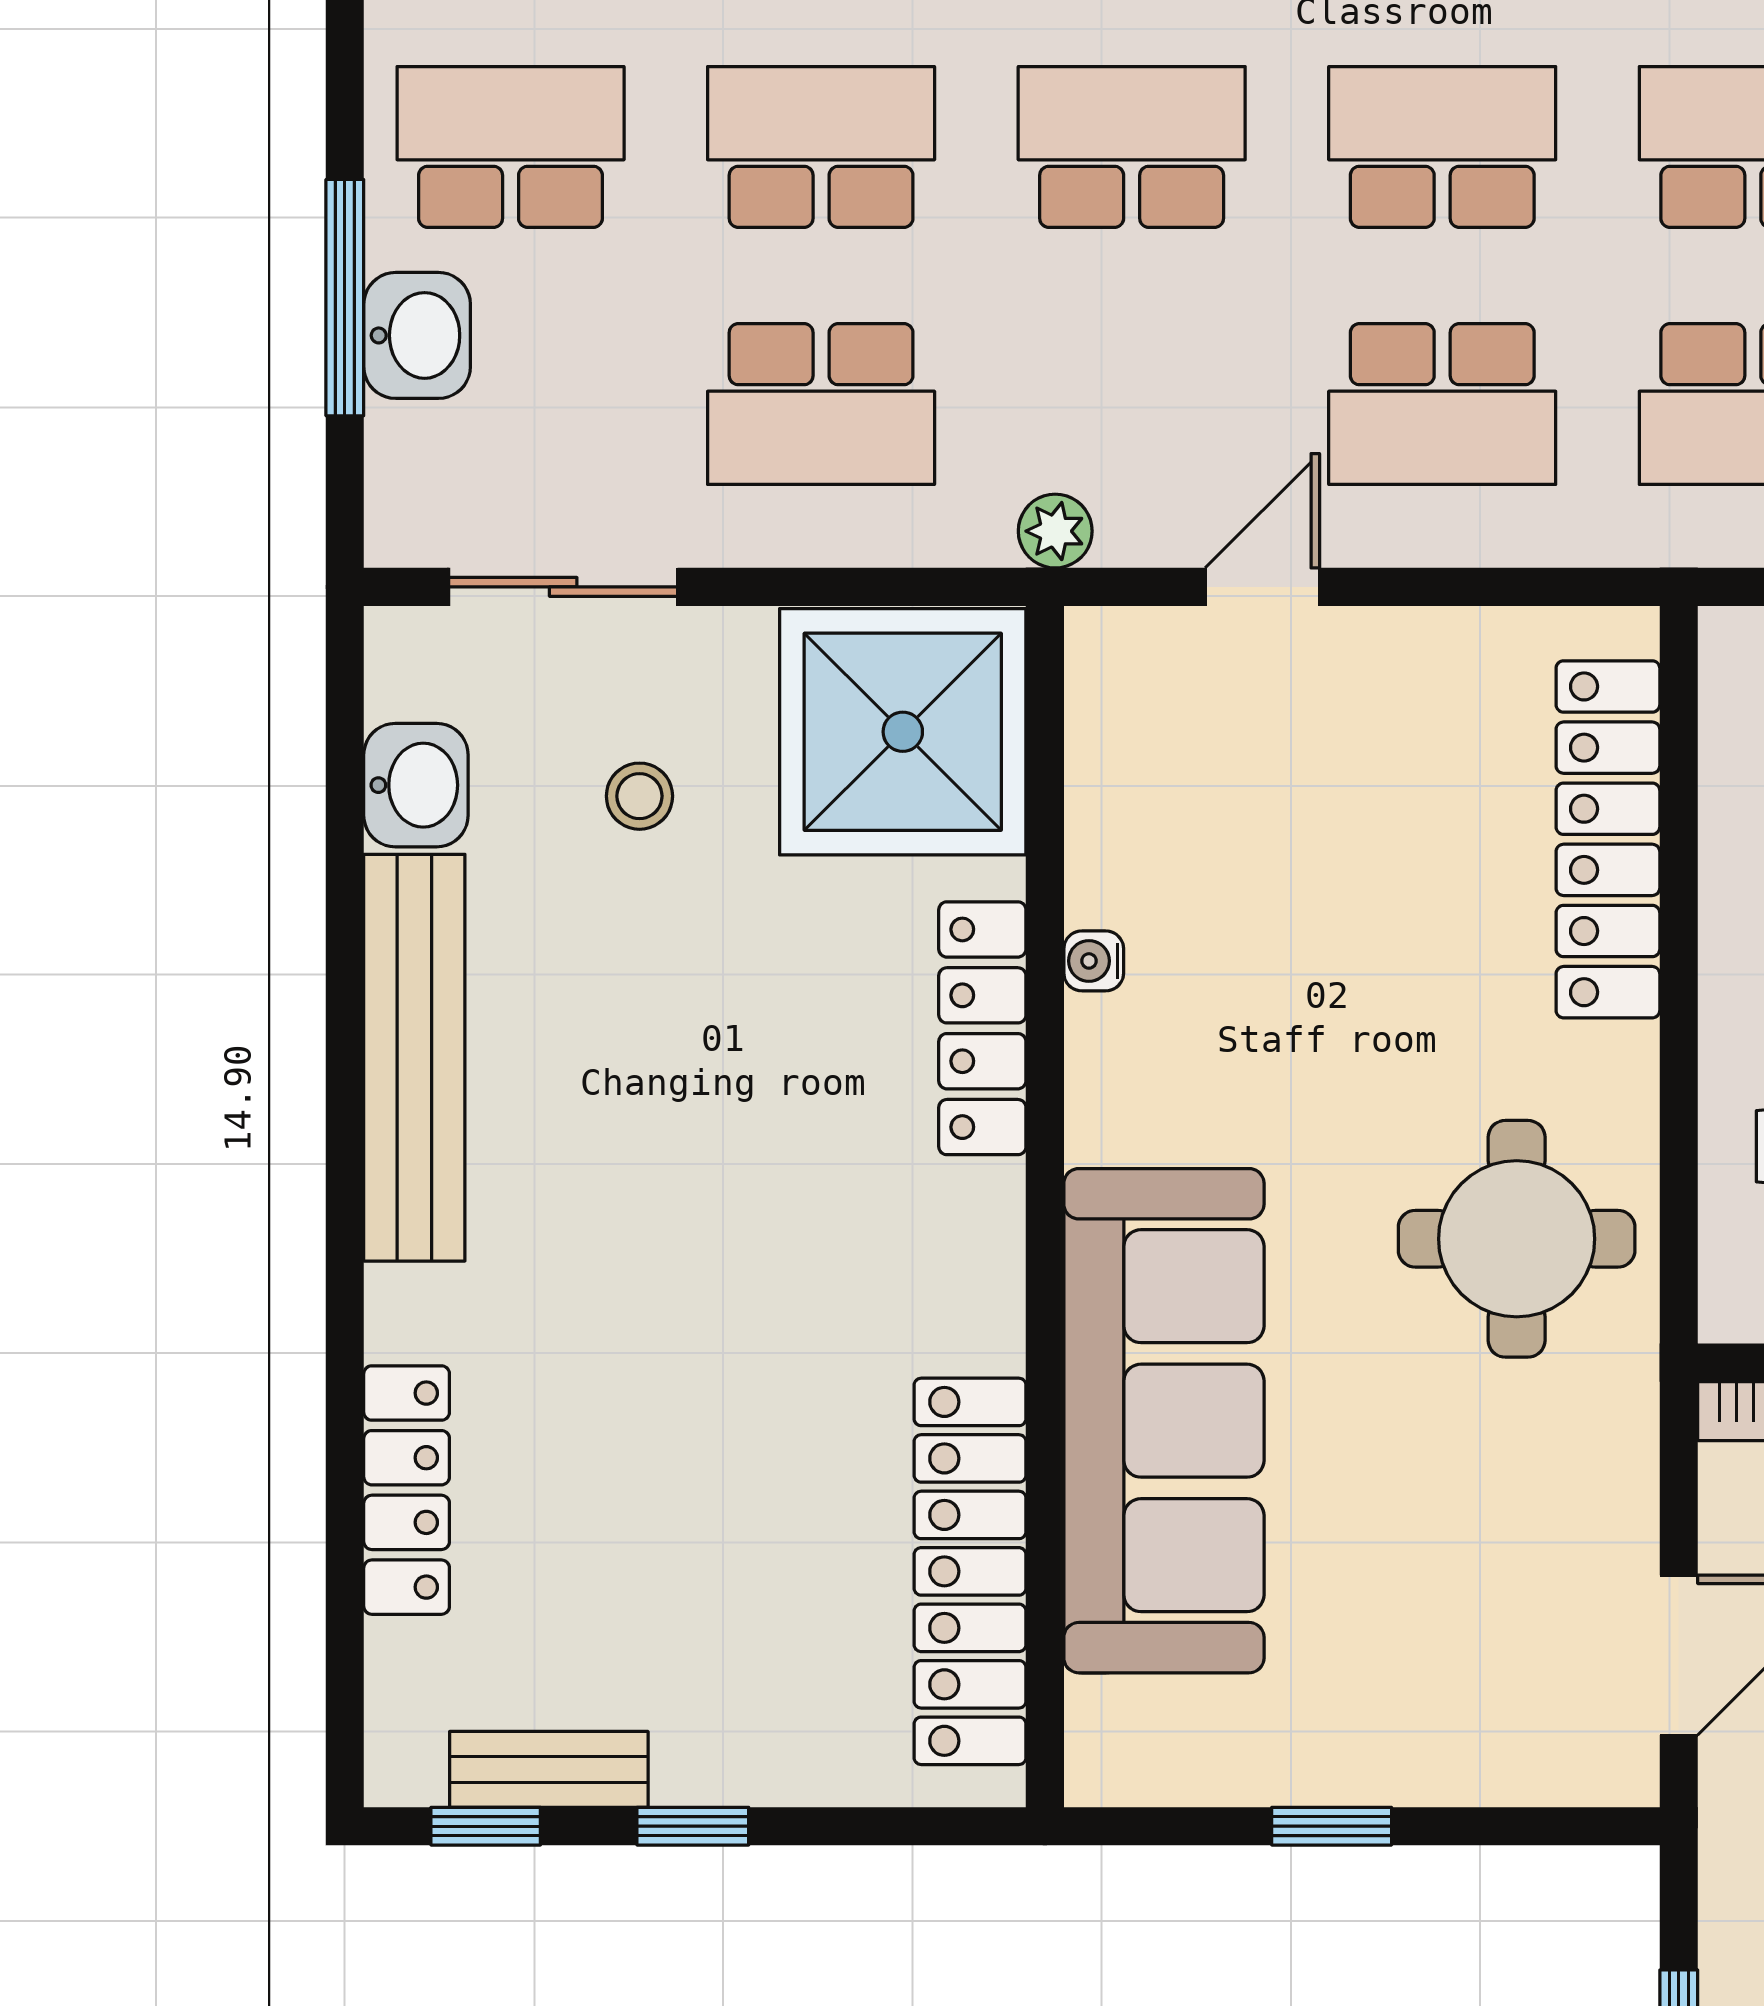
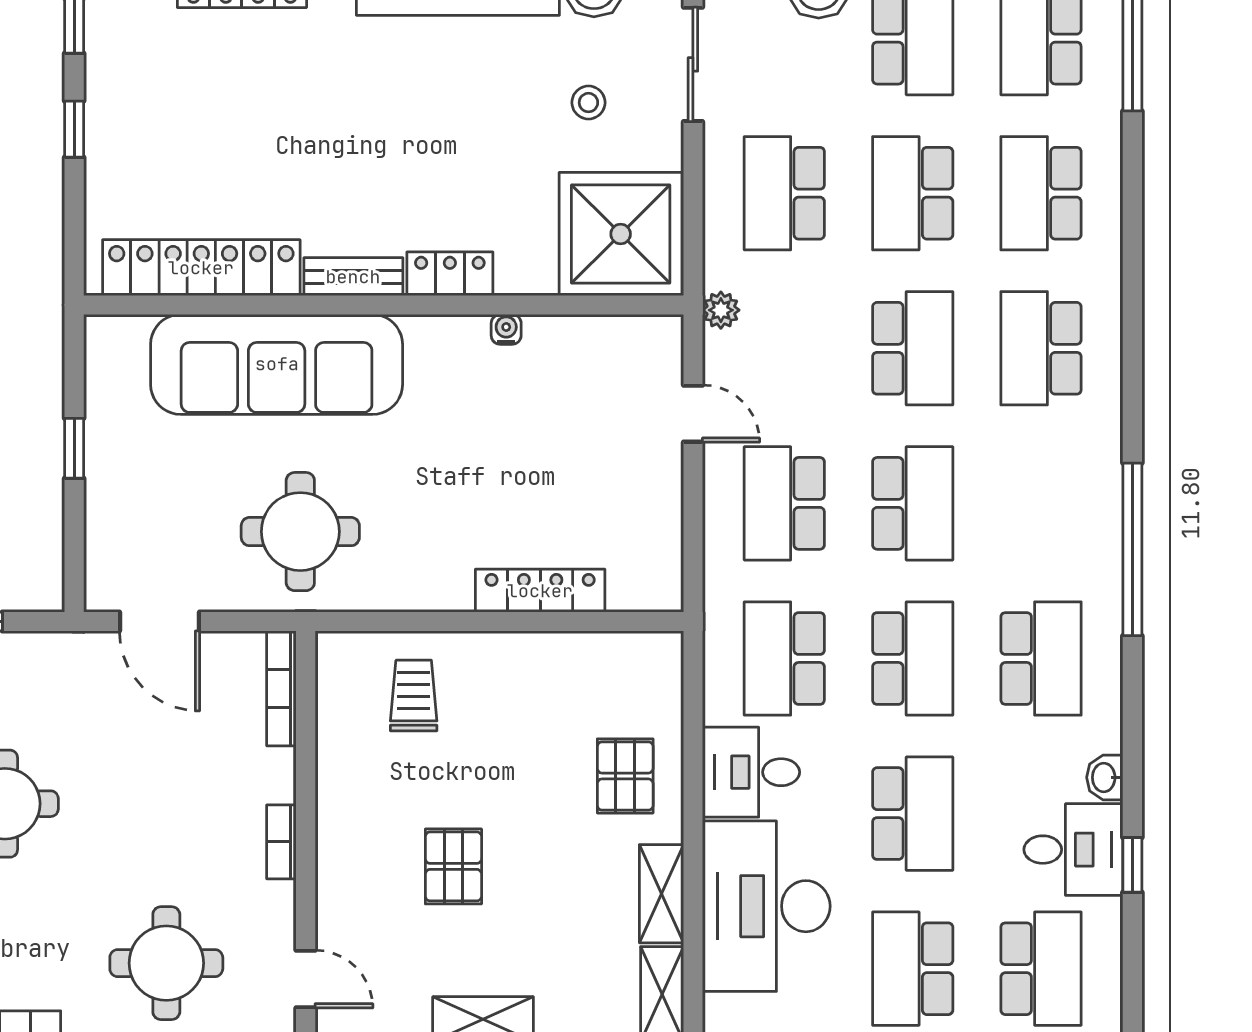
school desk: (821, 147) -> (913, 193), turned 180
locker: (1608, 839) -> (540, 591), width x0.71, depth x0.83
locker: (982, 1028) -> (450, 274), width x0.66
round table: (1517, 1239) -> (300, 532), moved
bench: (549, 1769) -> (353, 277), moved, turned 90

